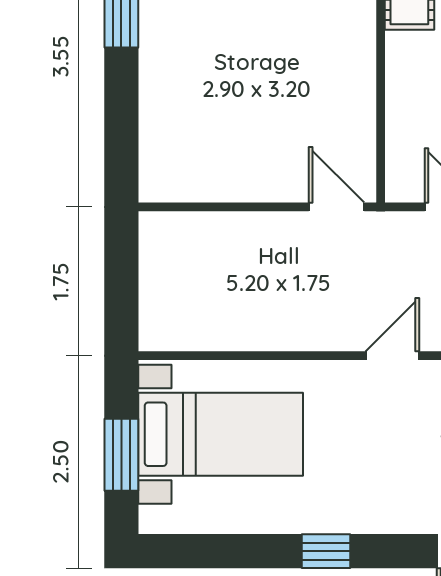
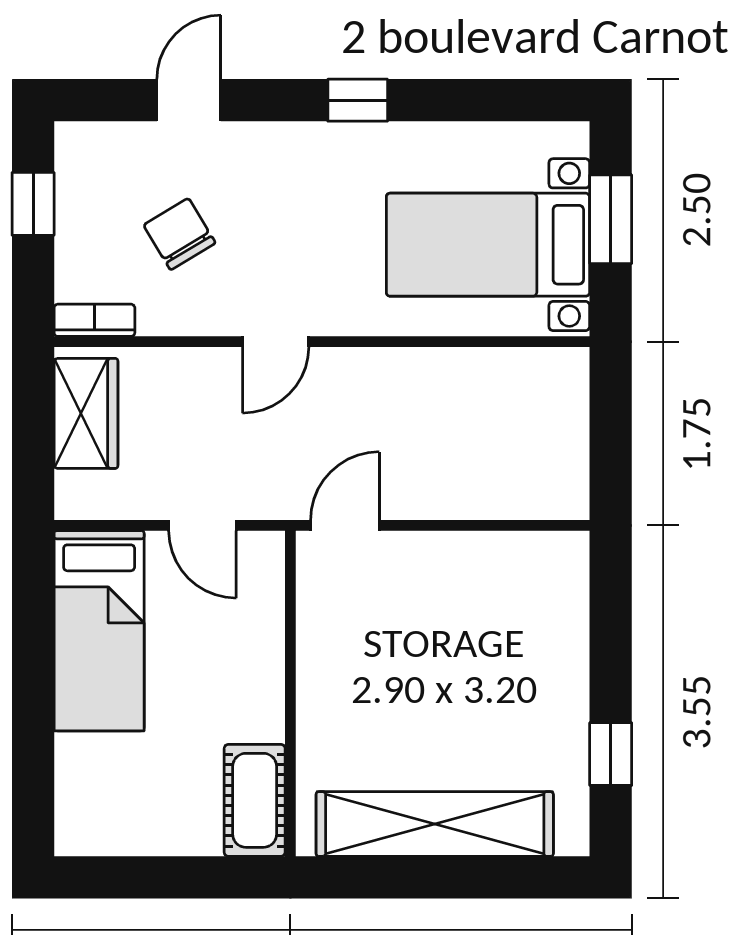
door: (336, 207) -> (345, 525), swing flipped

